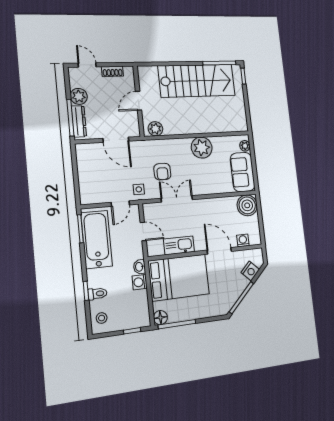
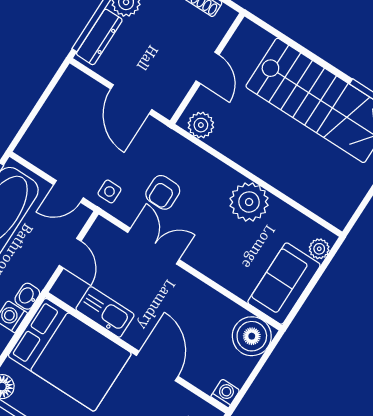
door: (139, 101) -> (208, 68), swing flipped
washing machine: (243, 240) -> (225, 393), moved

